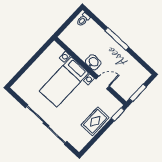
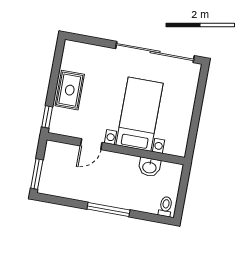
washbasin: (93, 62) -> (149, 167), moved
window: (138, 93) -> (37, 174), moved
sliding door: (46, 124) -> (155, 52), moved

